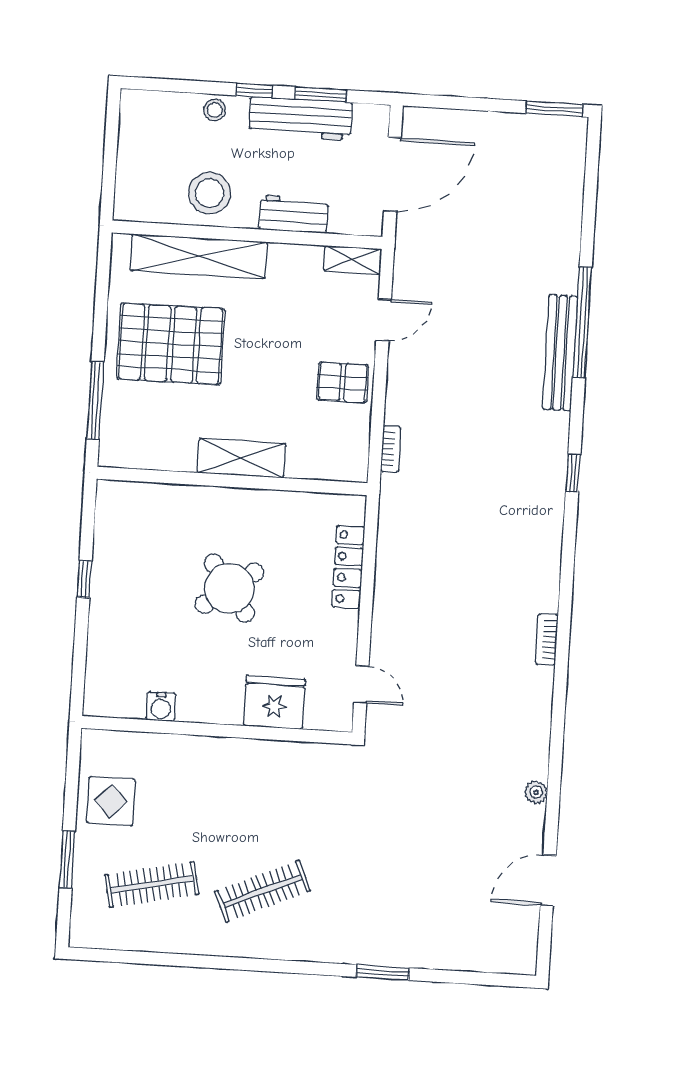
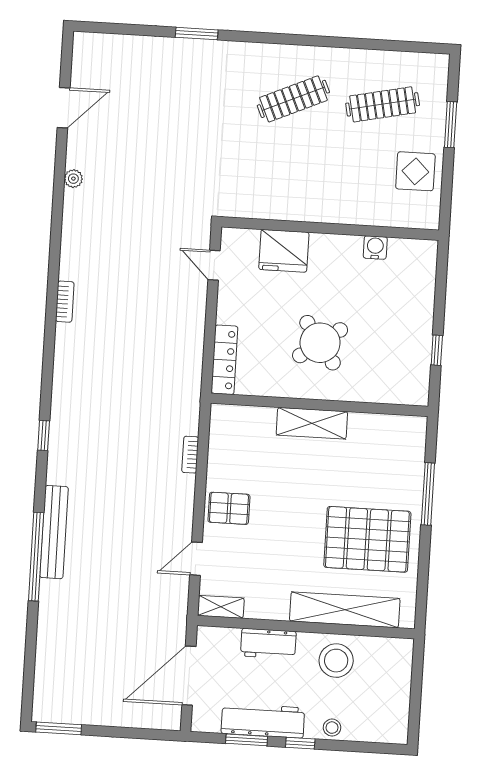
shelving: (241, 458) -> (312, 423), moved
wall: (232, 481) -> (319, 405), moved

